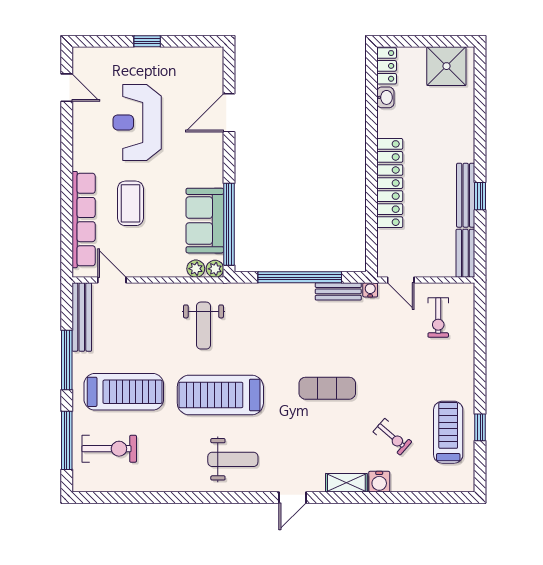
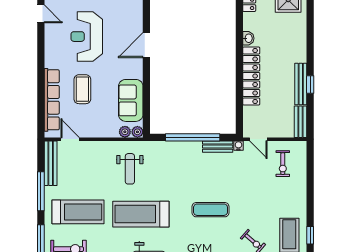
washbasin: (385, 97) -> (248, 38), moved
door: (229, 113) -> (146, 45), moved
window: (229, 224) -> (146, 103), removed

